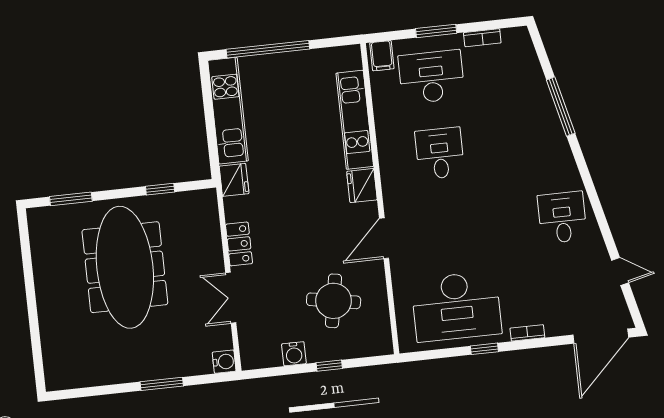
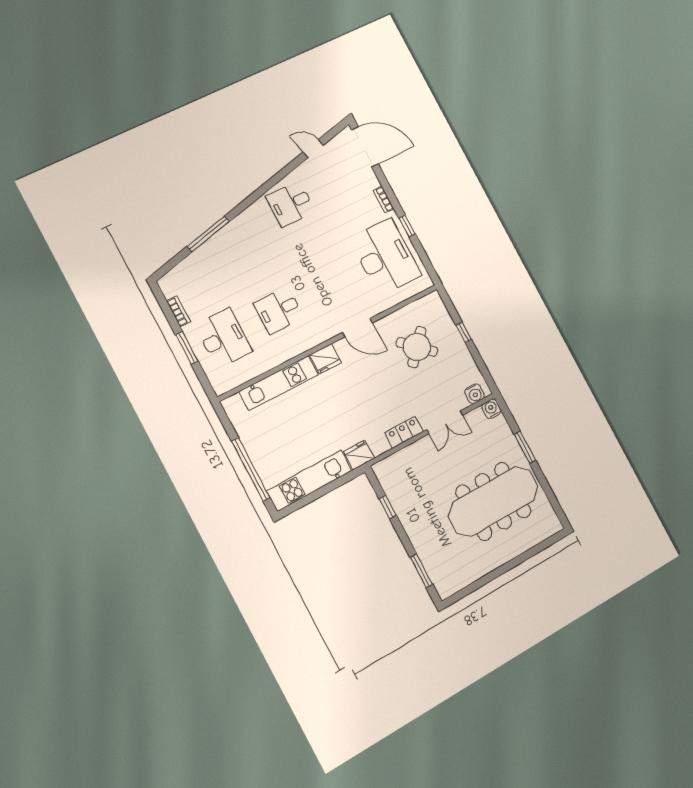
filing cabinet: (382, 56) -> (222, 382), removed
desk: (431, 77) -> (224, 338), turned 180
meeting table: (125, 267) -> (493, 501), moved
door: (620, 271) -> (313, 149), hinge flipped
round table: (334, 301) -> (417, 347), turned 32
water cooler: (294, 354) -> (475, 394), moved, turned 90

